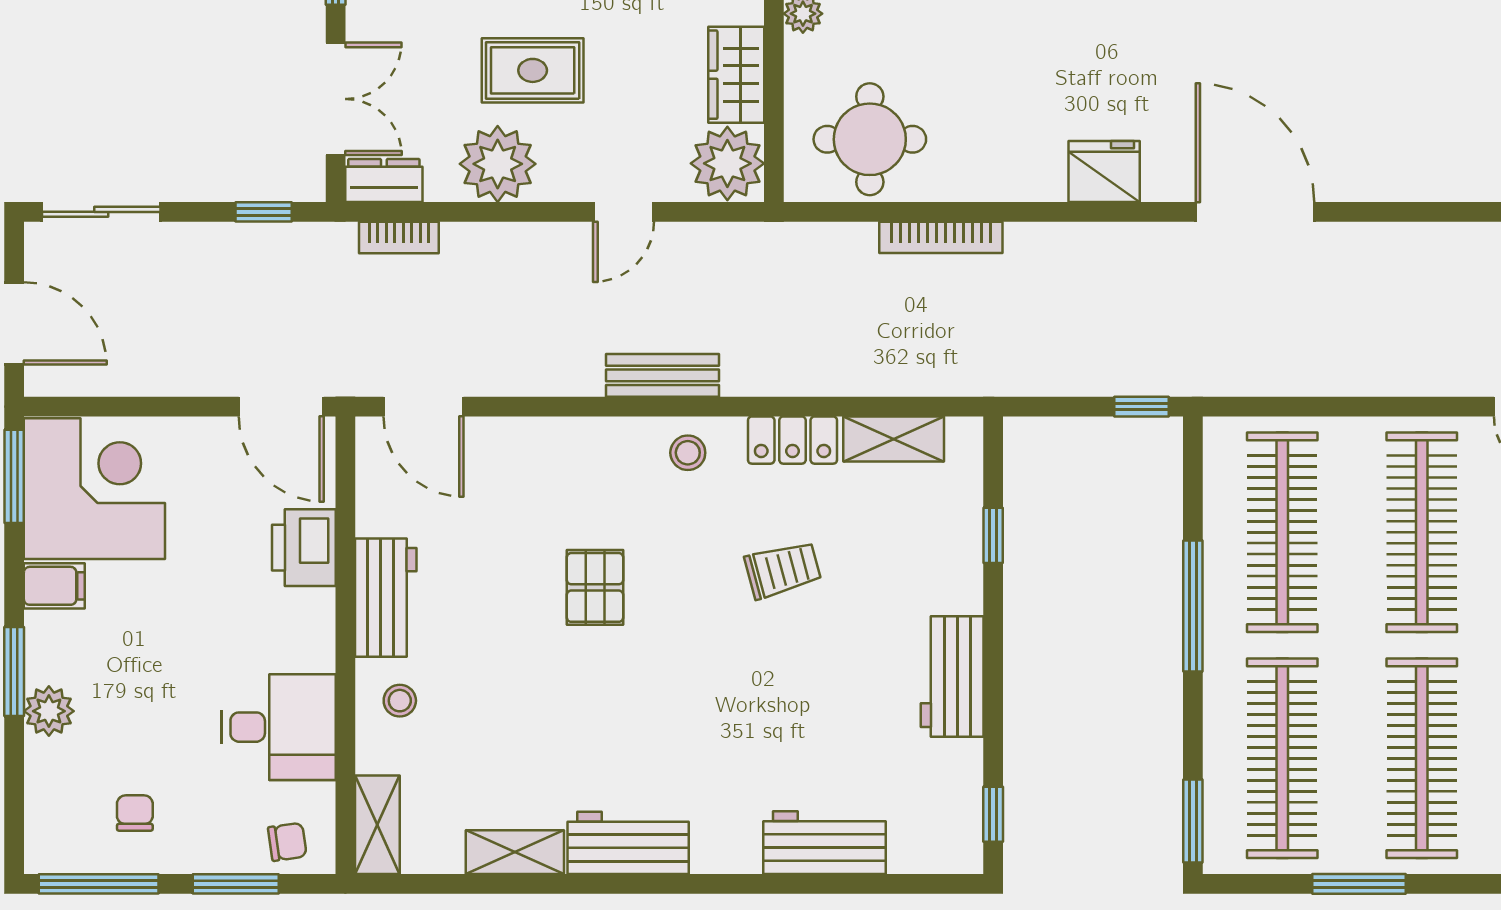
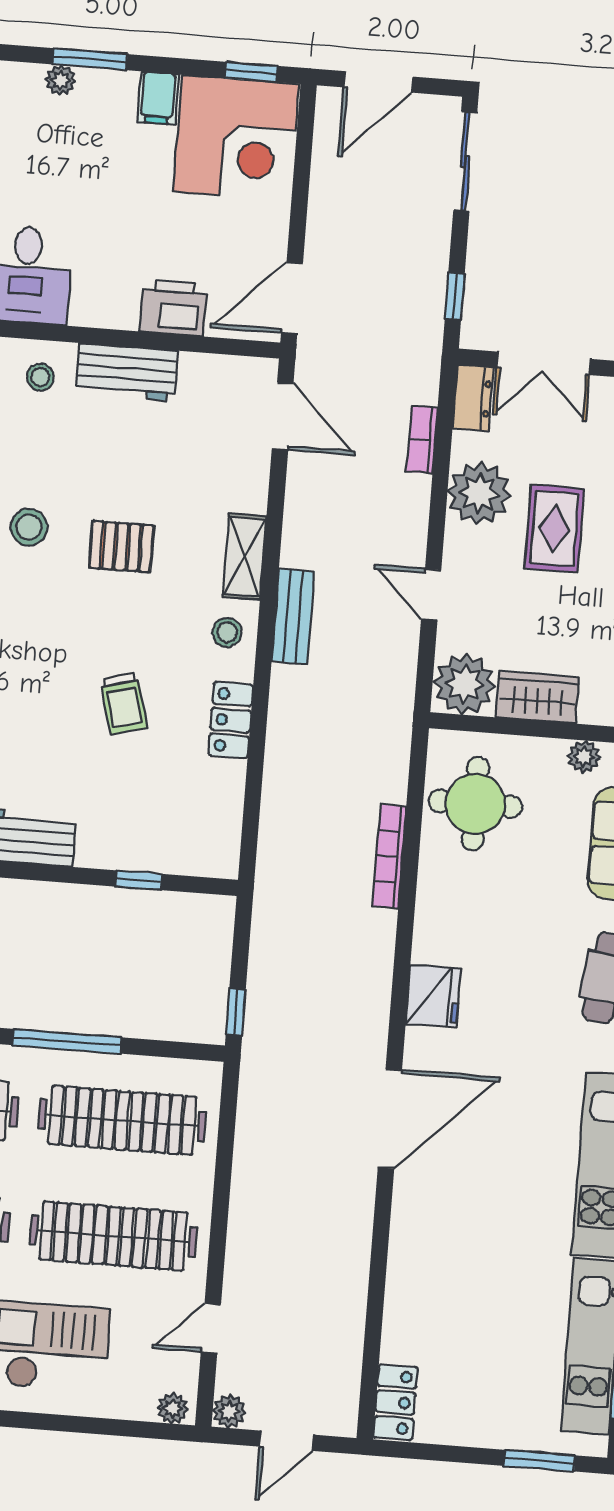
bookcase: (399, 237) -> (422, 440), moved
door: (423, 407) -> (283, 416), swing flipped
shelving: (894, 439) -> (245, 556), moved
window: (14, 476) -> (251, 72), width x0.67
stool: (580, 700) -> (29, 527), added
plant: (49, 711) -> (61, 80), width x0.73, depth x0.73

